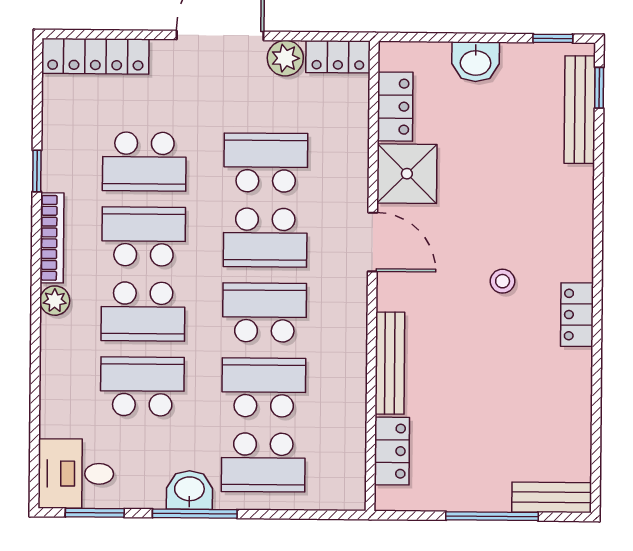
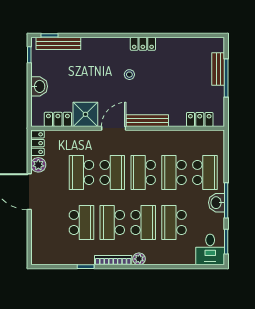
locker: (95, 56) -> (38, 243), removed
bench: (390, 363) -> (147, 121), moved
bench: (552, 497) -> (218, 69), moved

